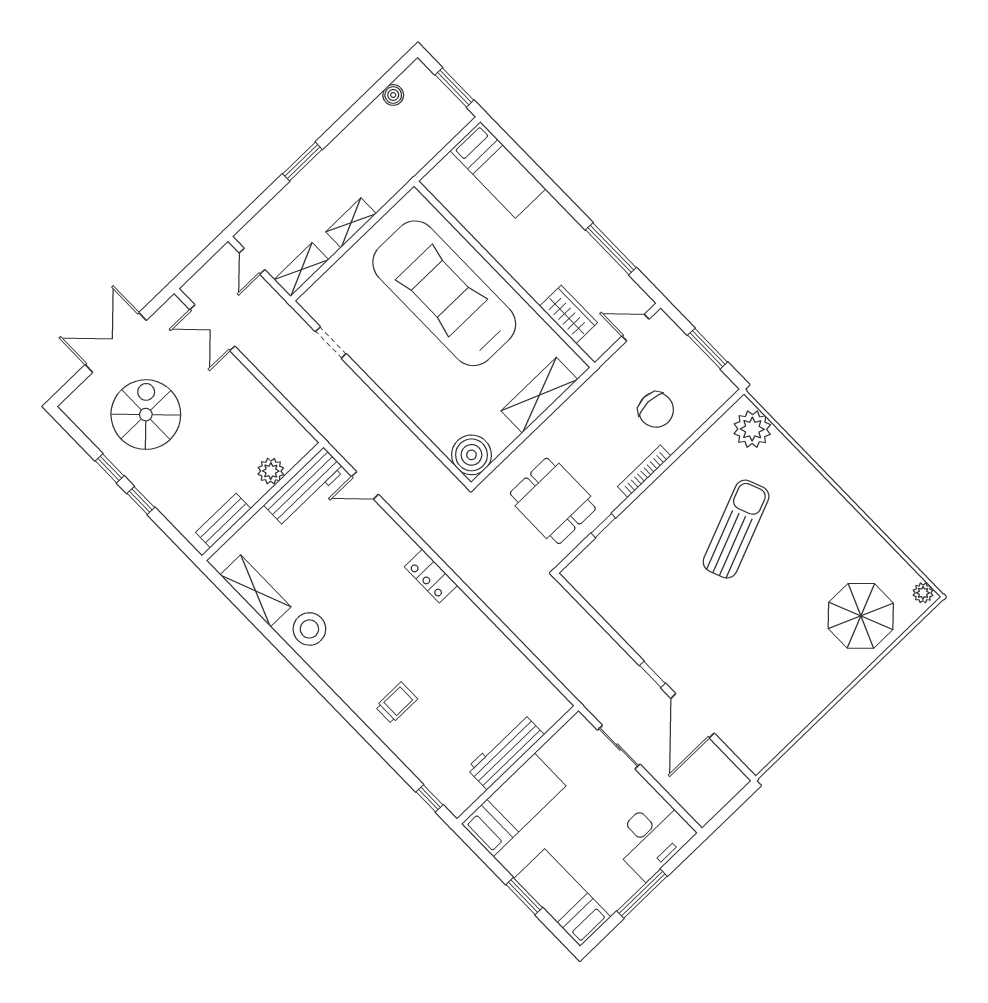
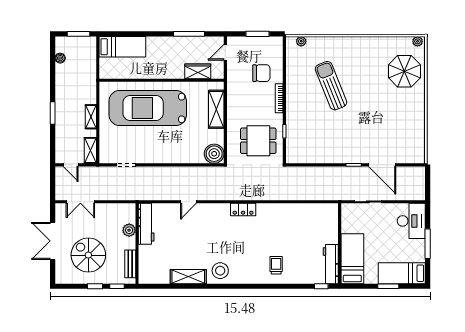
plant: (752, 429) -> (301, 41), width x0.53, depth x0.53
plant: (271, 471) -> (129, 230), moved
workbench: (304, 487) -> (146, 224), moved
wall: (263, 502) -> (137, 244), moved
bench: (223, 521) -> (130, 264), moved
workbench: (505, 752) -> (331, 264), moved

